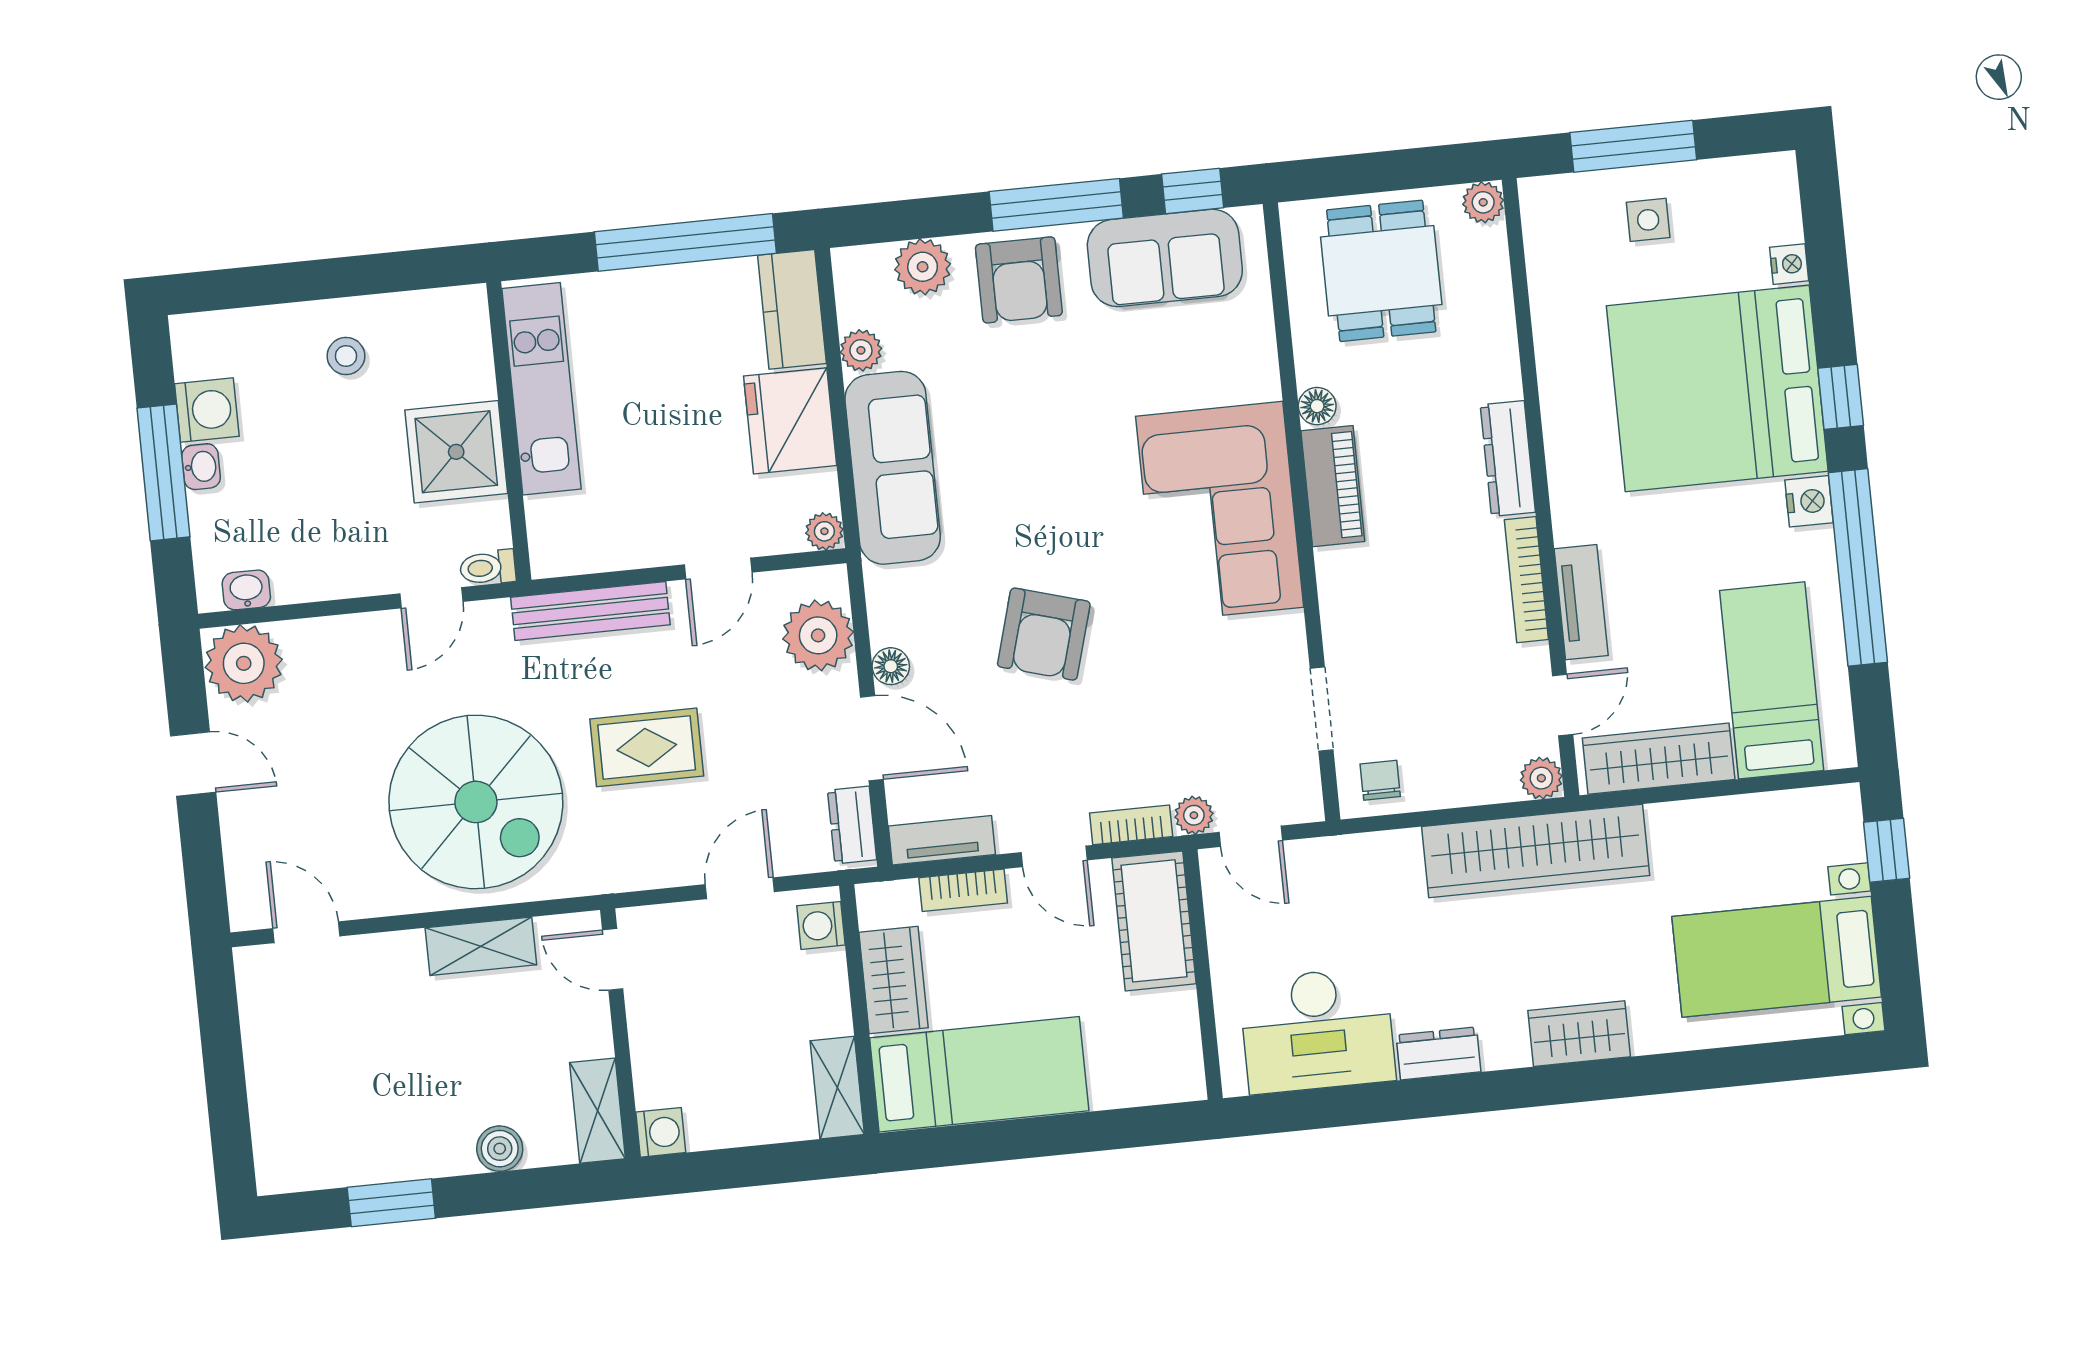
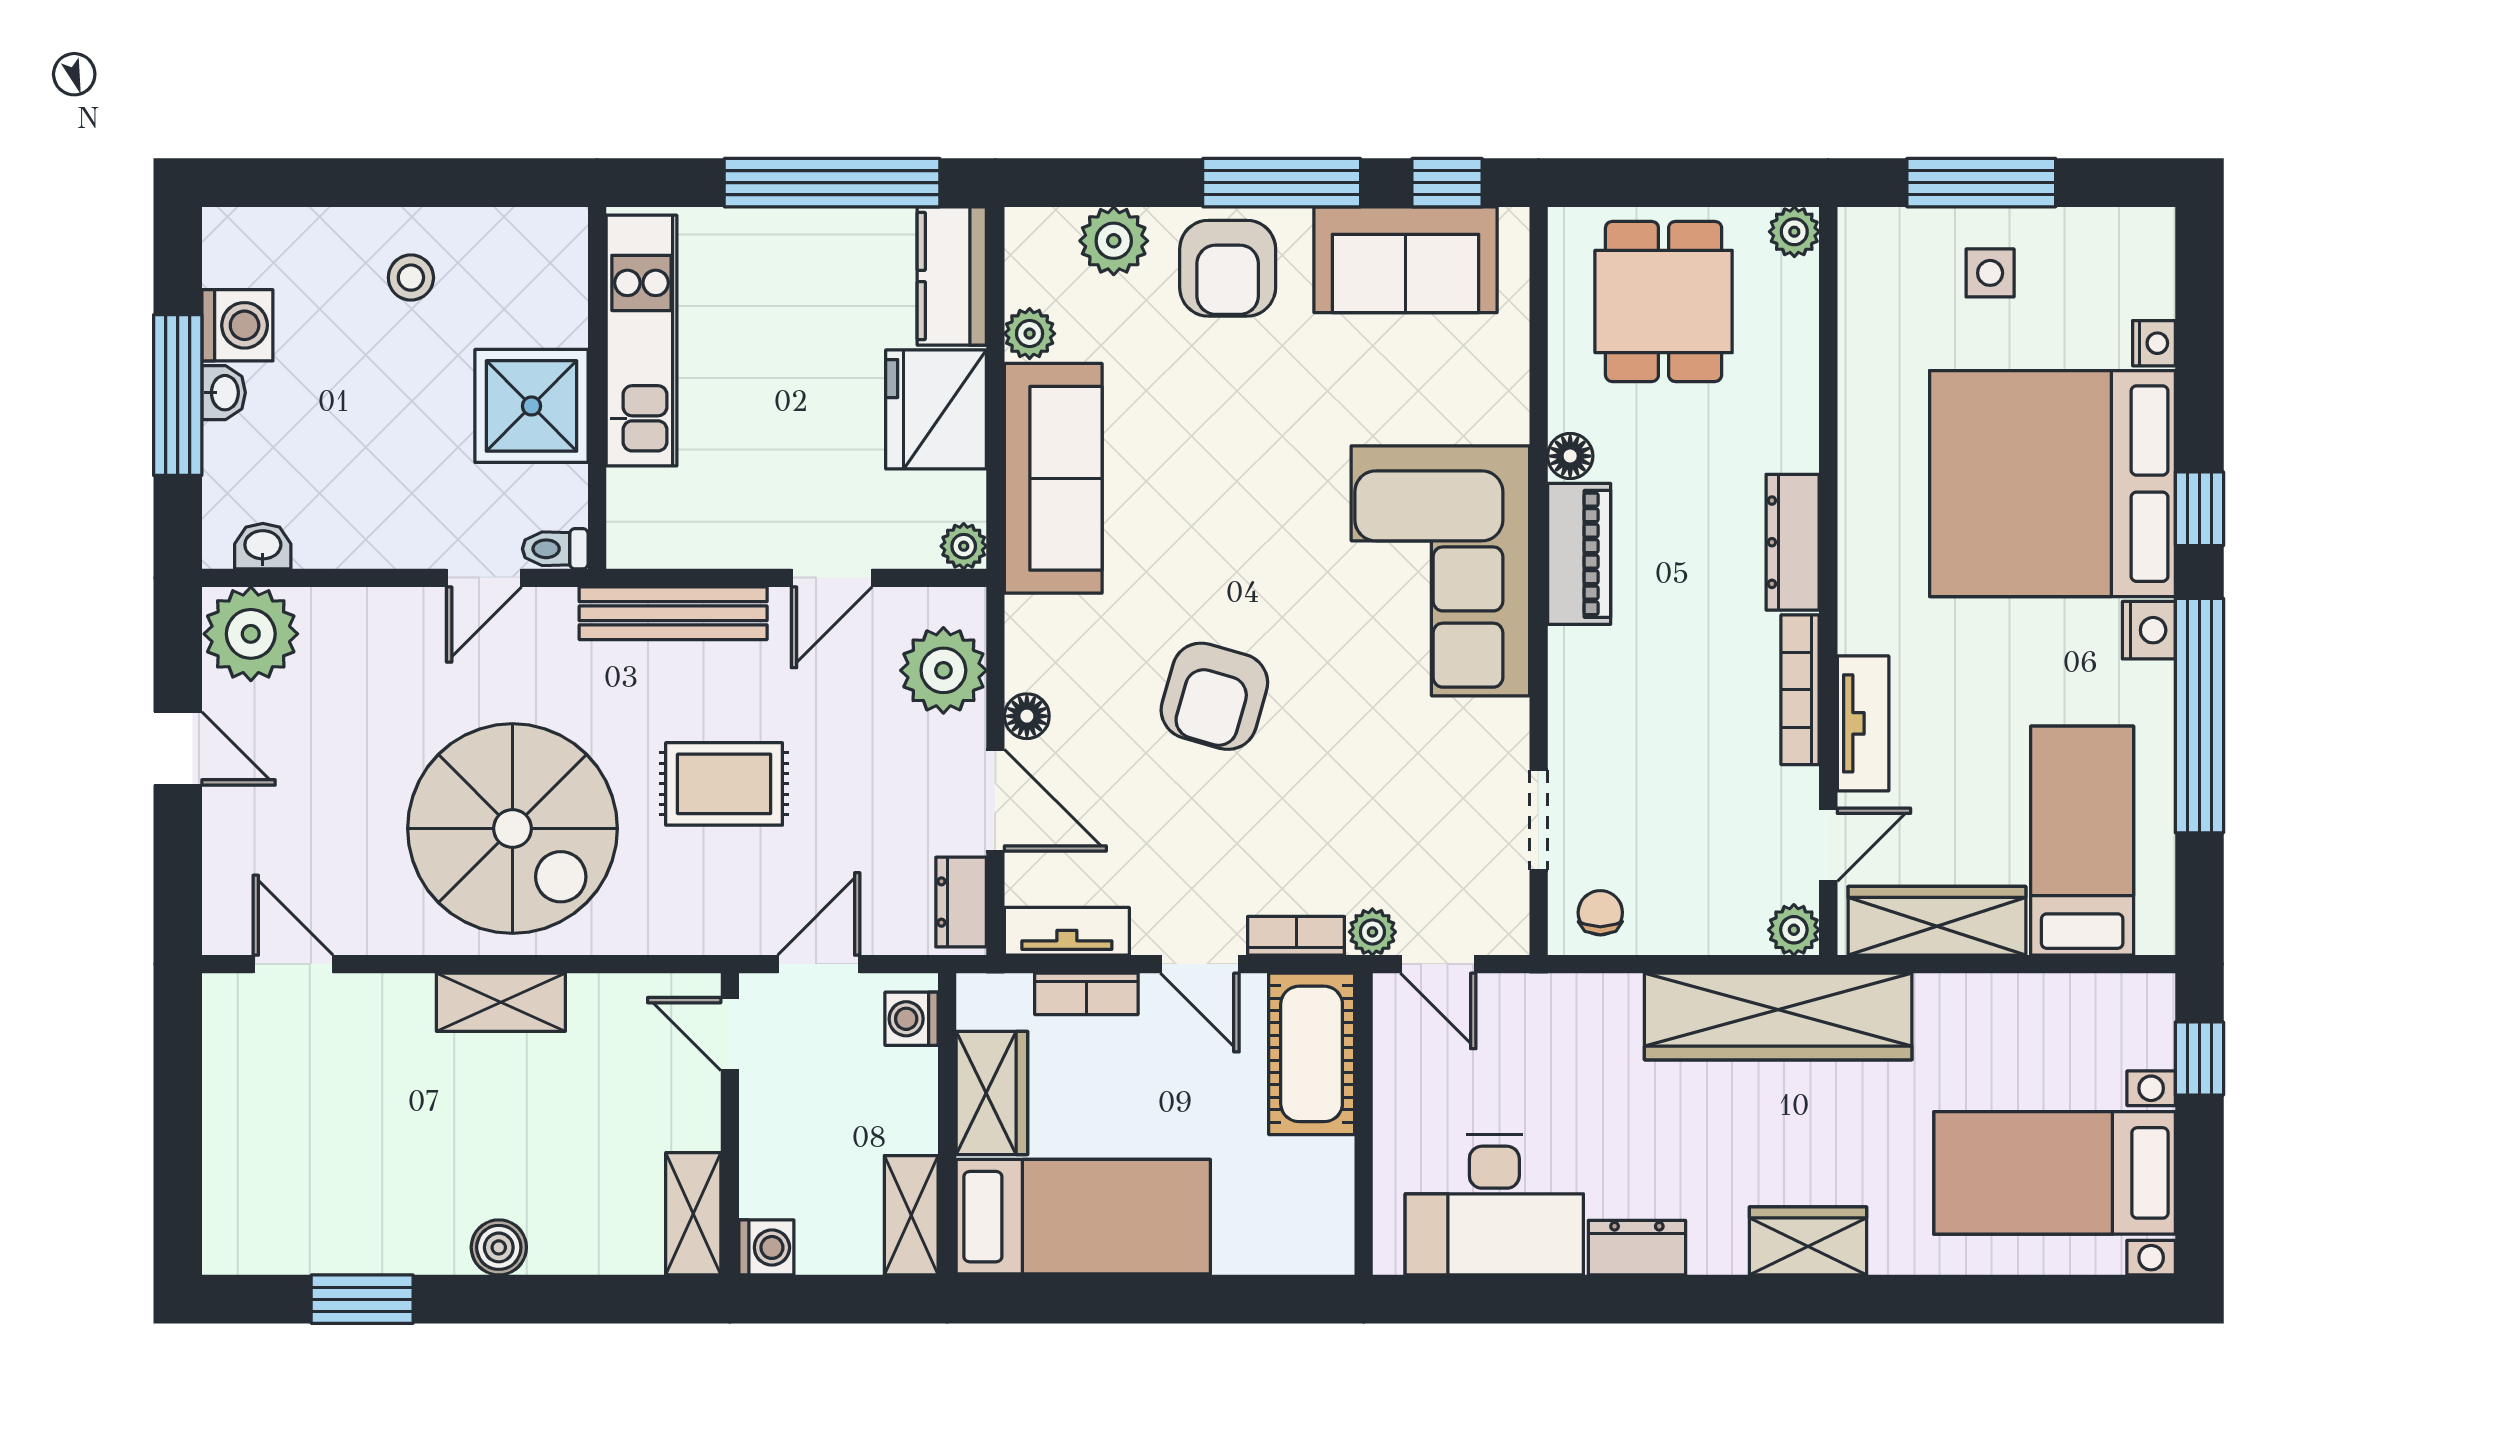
door: (613, 959) -> (730, 1034), moved
wall: (620, 1034) -> (730, 1124), moved
shelving: (598, 1111) -> (693, 1214), moved
washing machine: (661, 1132) -> (766, 1247), moved

